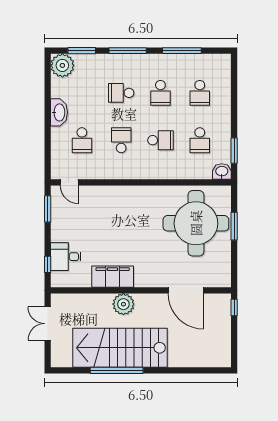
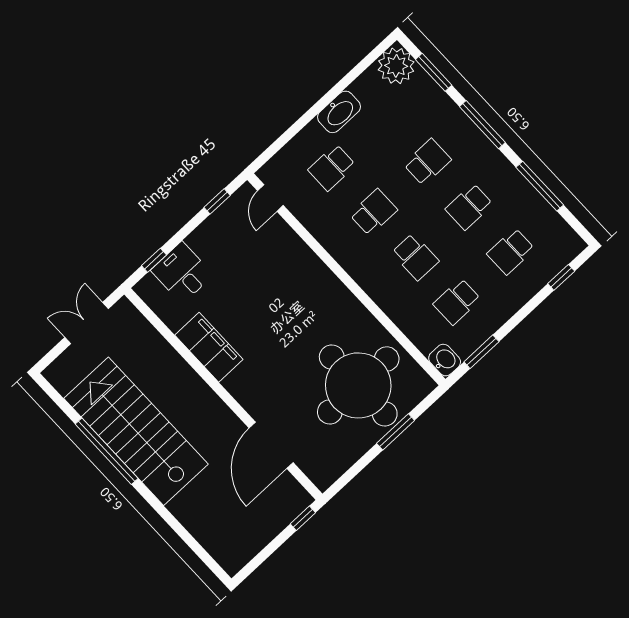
window: (234, 81) -> (561, 277), added
school desk: (121, 93) -> (427, 162), turned 90
window: (48, 209) -> (217, 201), width x0.67
plant: (123, 304) -> (189, 389), removed

